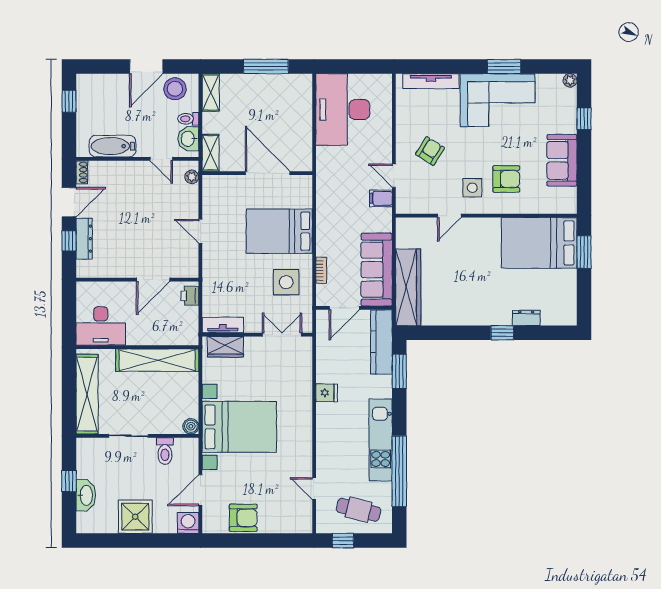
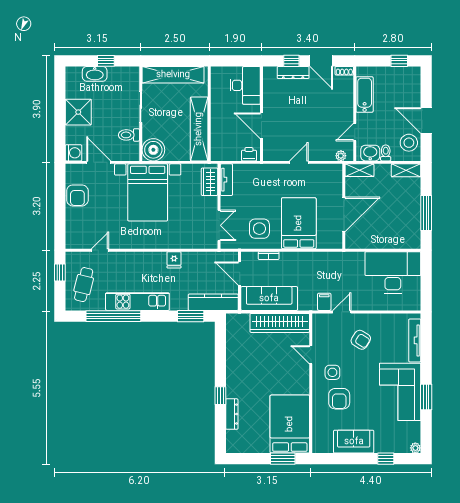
wardrobe: (408, 287) -> (280, 323), moved
dresser: (526, 318) -> (232, 414), width x1.44
desk: (101, 326) -> (245, 85), moved, turned 180
boiler: (191, 426) -> (153, 150), width x1.86, depth x1.86

